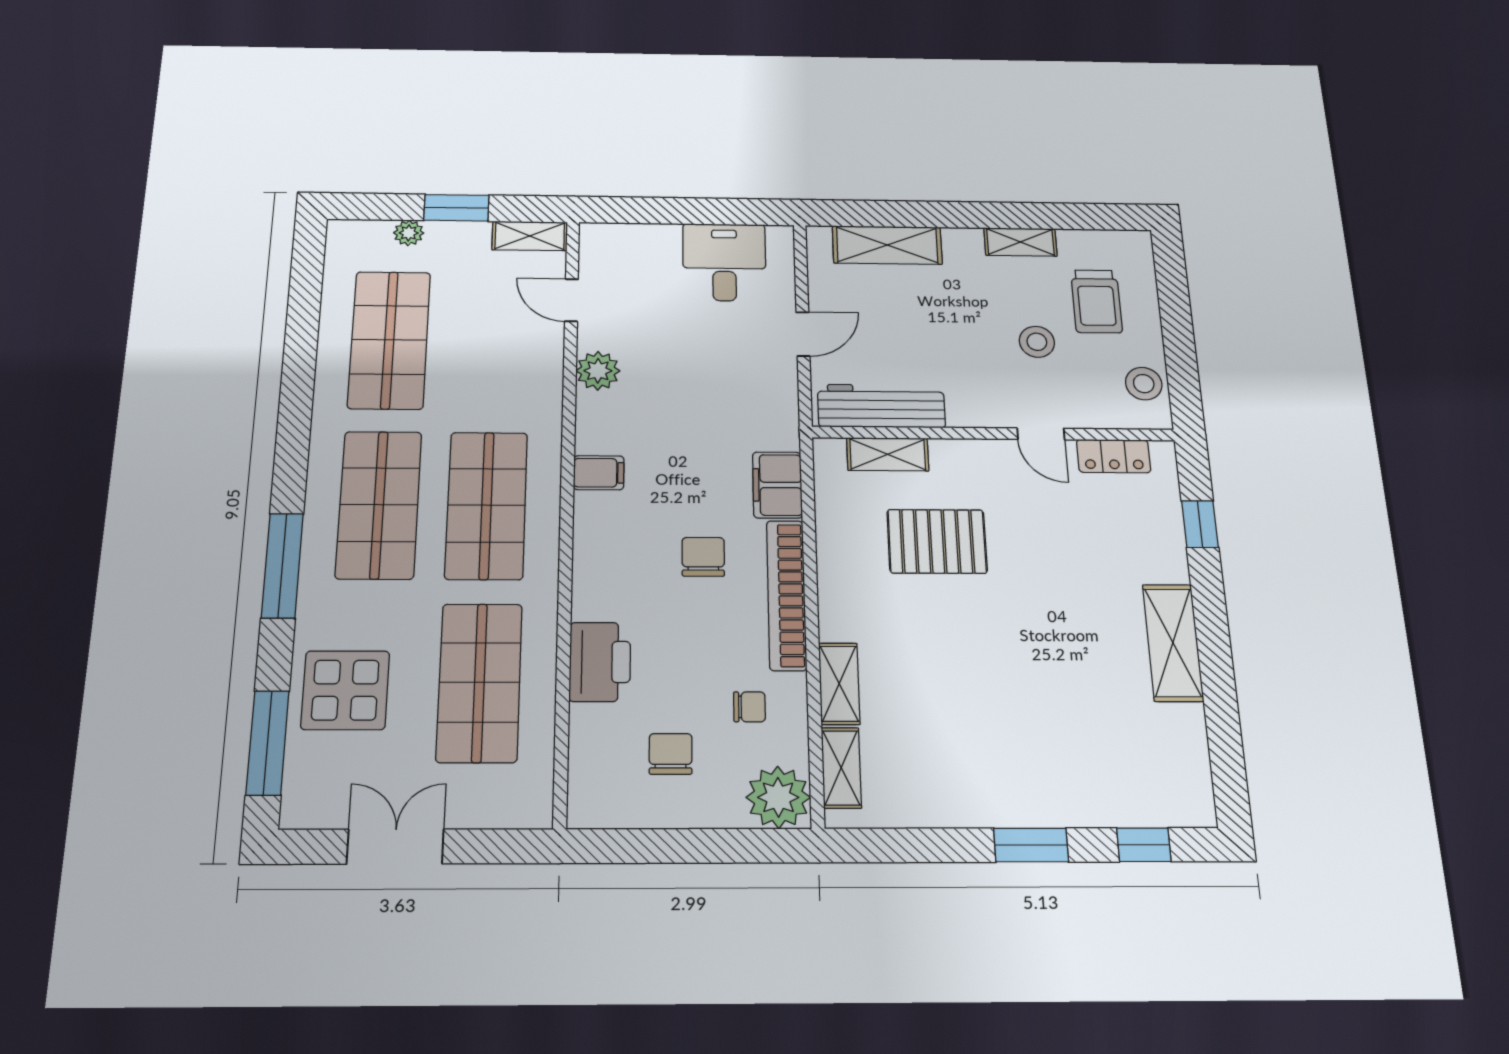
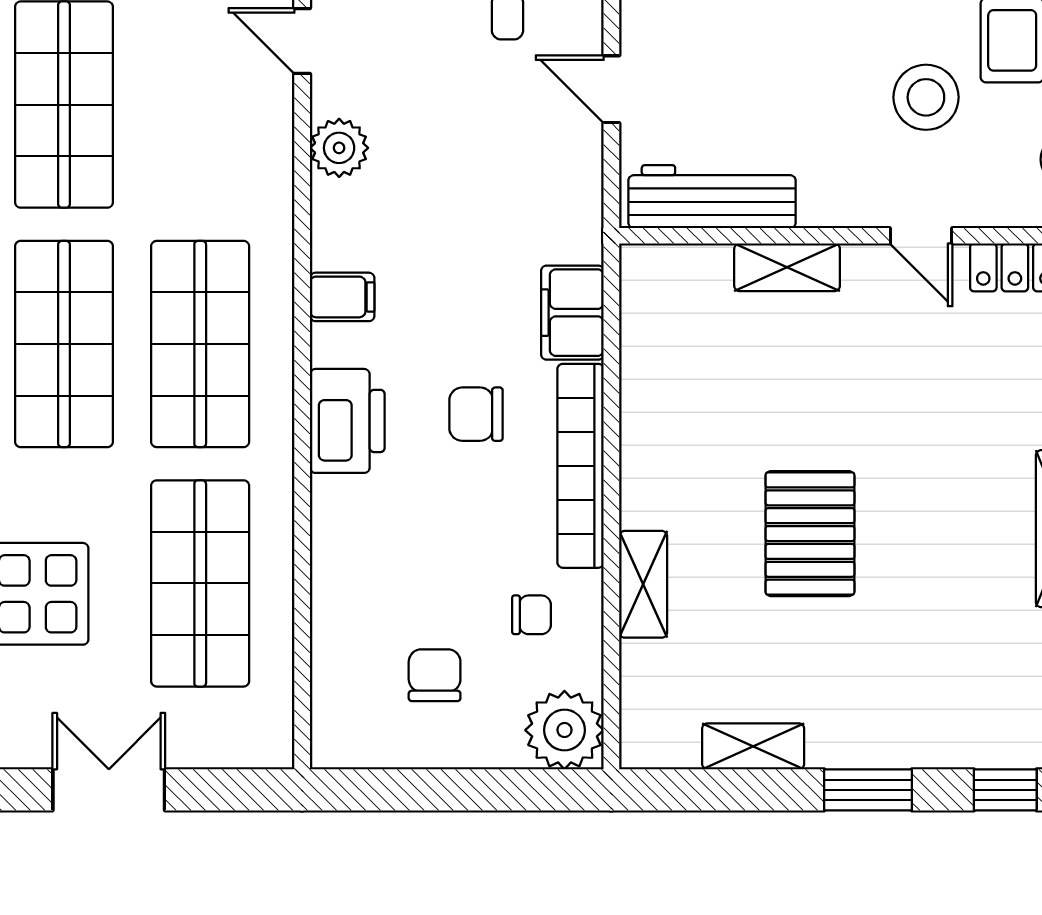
door: (803, 334) -> (611, 89), swing flipped
stool: (1037, 342) -> (926, 97), width x1.38, depth x1.38
shelving: (888, 454) -> (787, 267), moved
pallet: (937, 541) -> (810, 534), moved, turned 90
chair: (703, 557) -> (476, 414), turned -90
printer: (600, 662) -> (347, 421), moved
shelving: (841, 768) -> (753, 746), moved, turned 90

